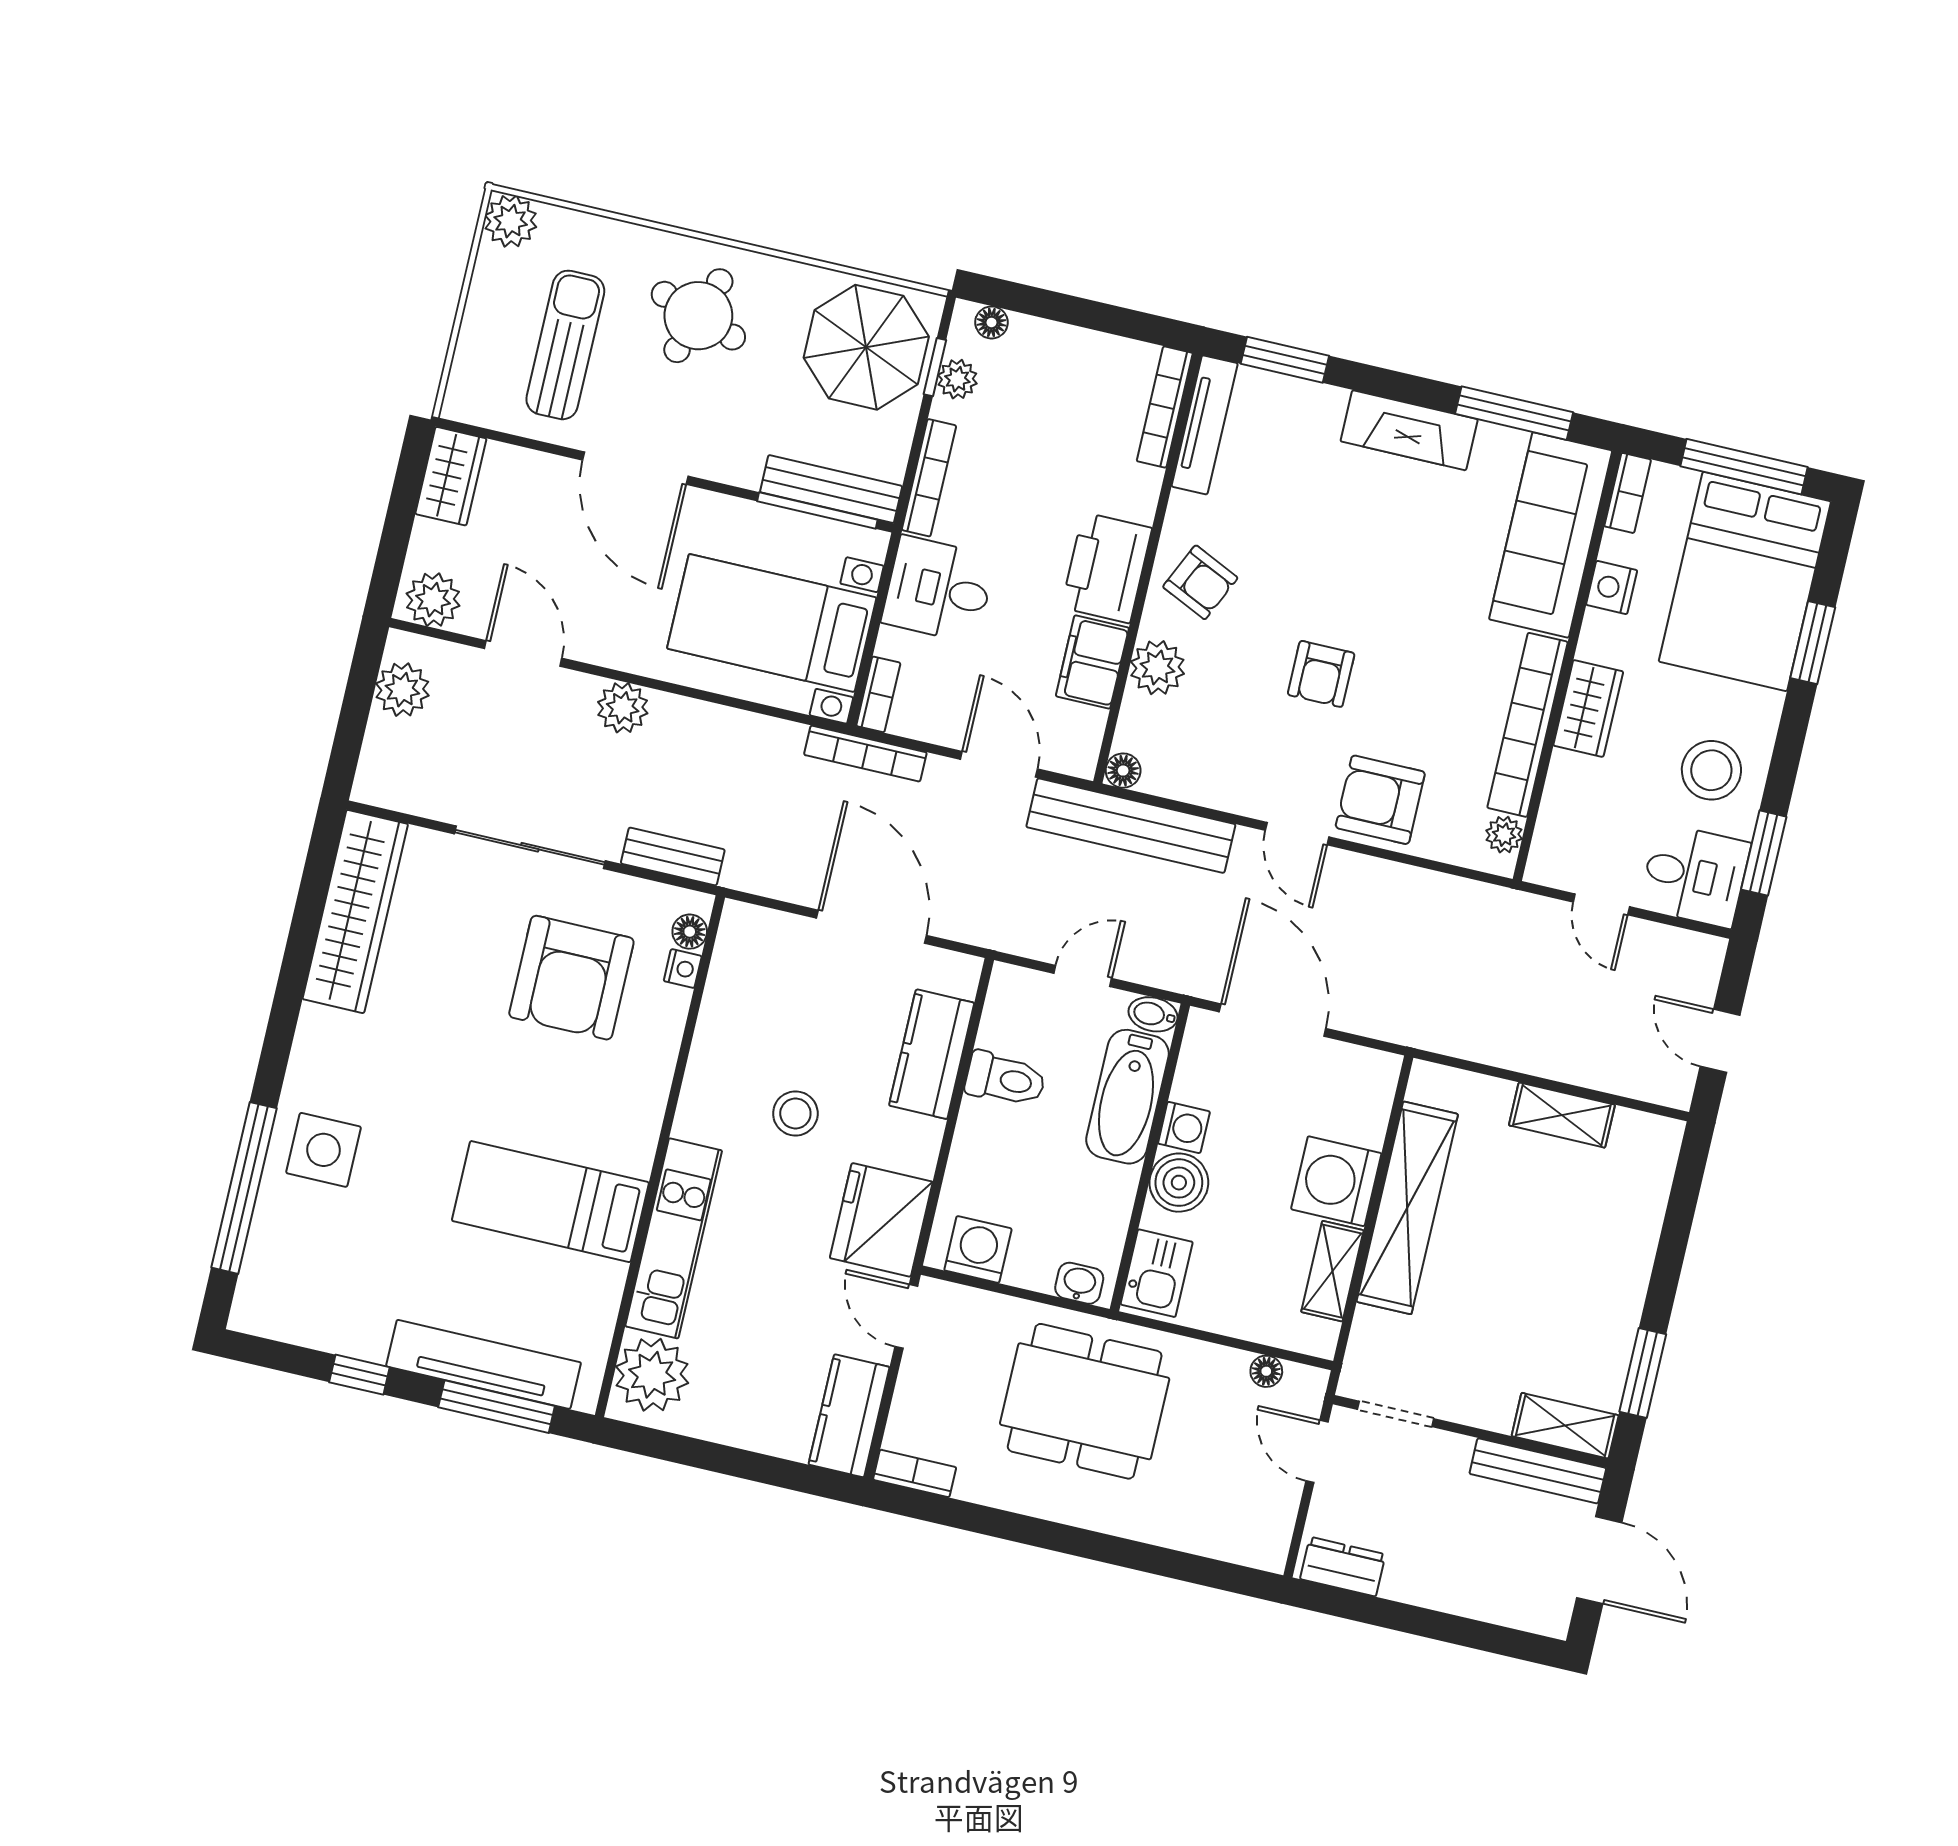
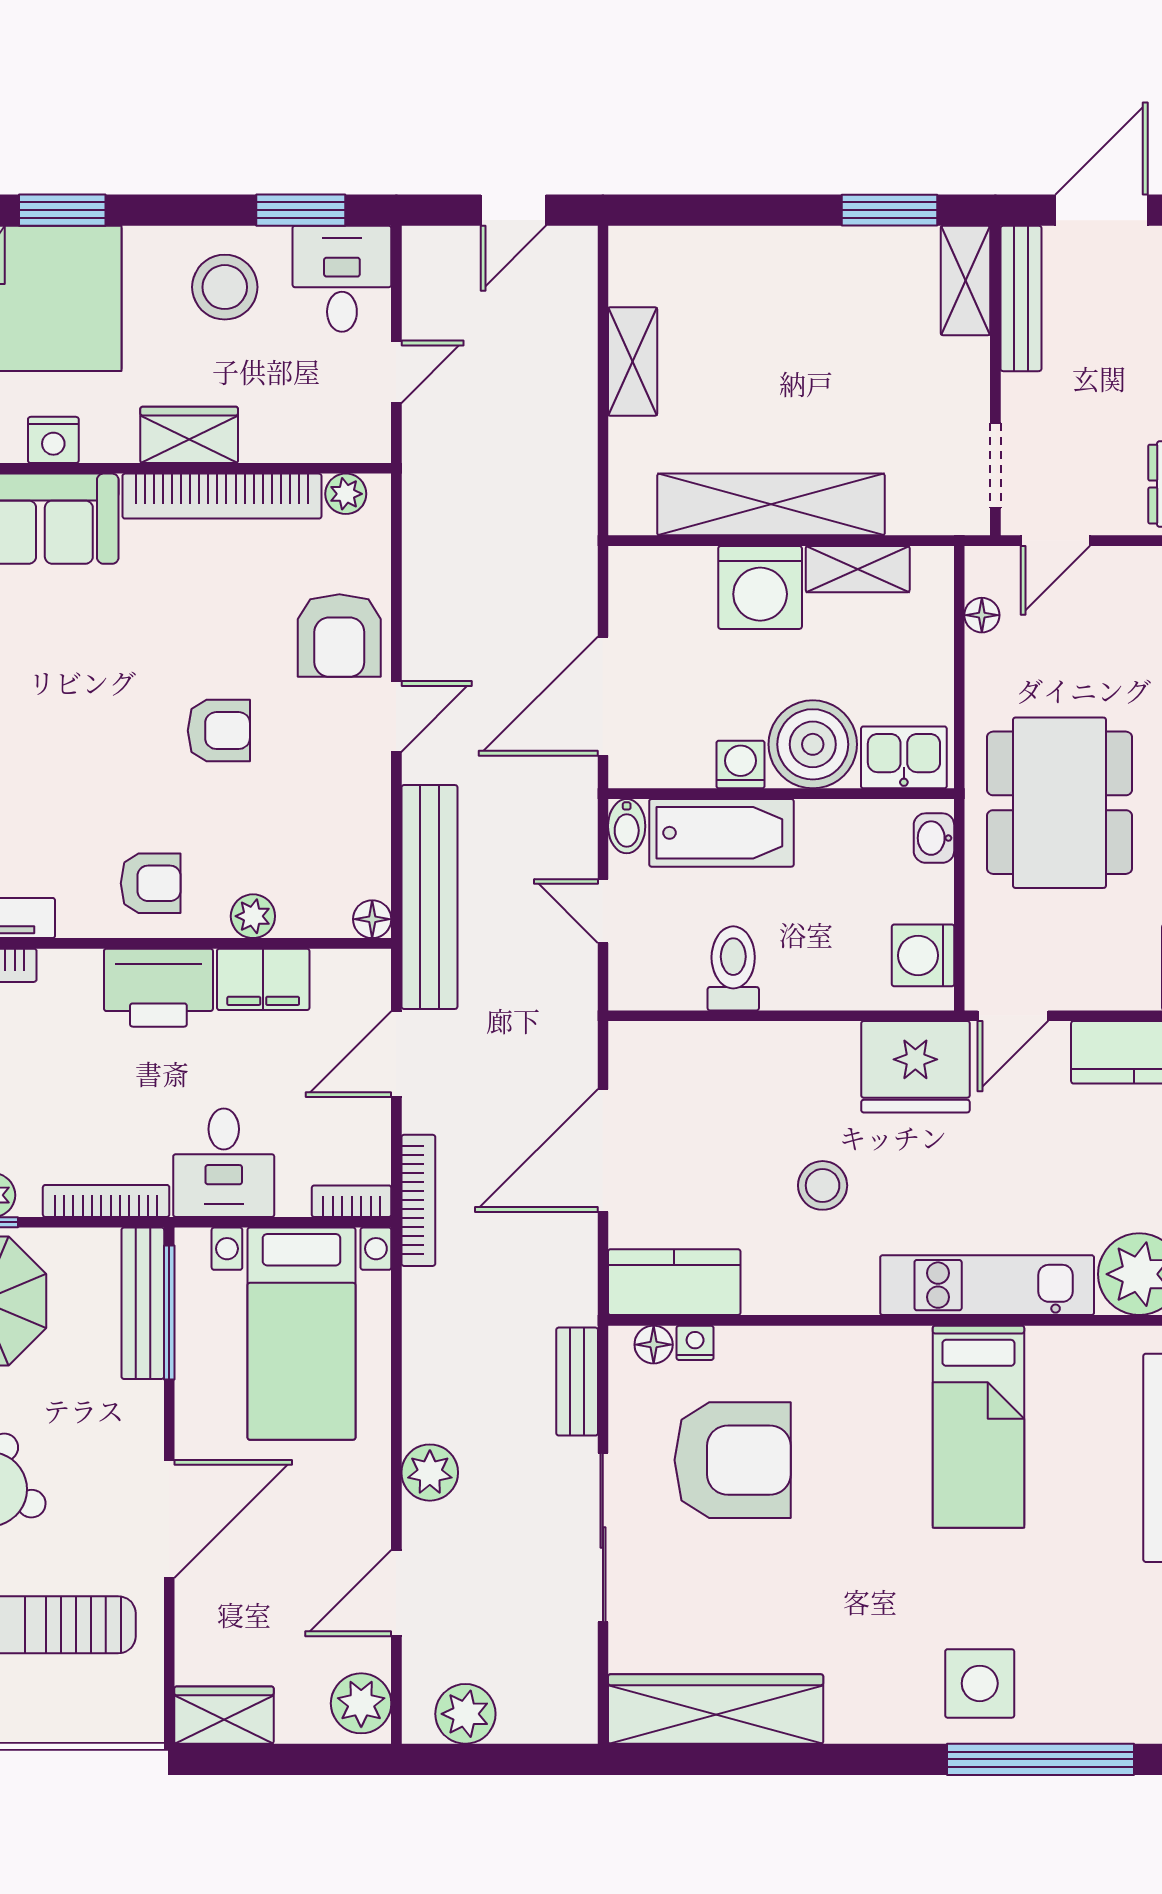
armchair: (1200, 582) -> (151, 883), turned 65
plant: (1157, 668) -> (253, 916), width x0.73, depth x0.73
kitchen counter: (932, 1054) -> (674, 1282), moved, turned 180
boiler: (1179, 1183) -> (813, 744), width x1.37, depth x1.37

